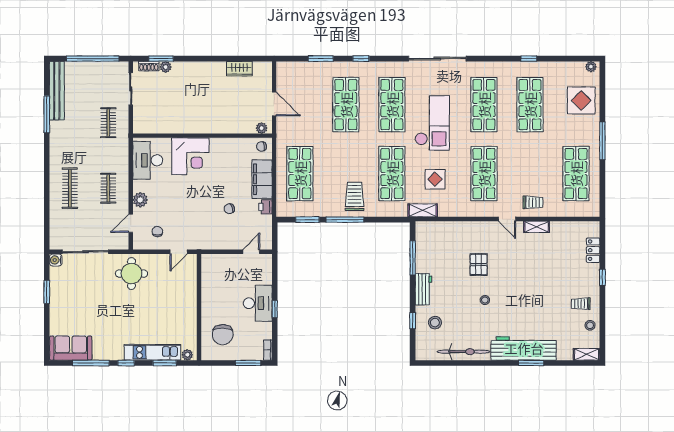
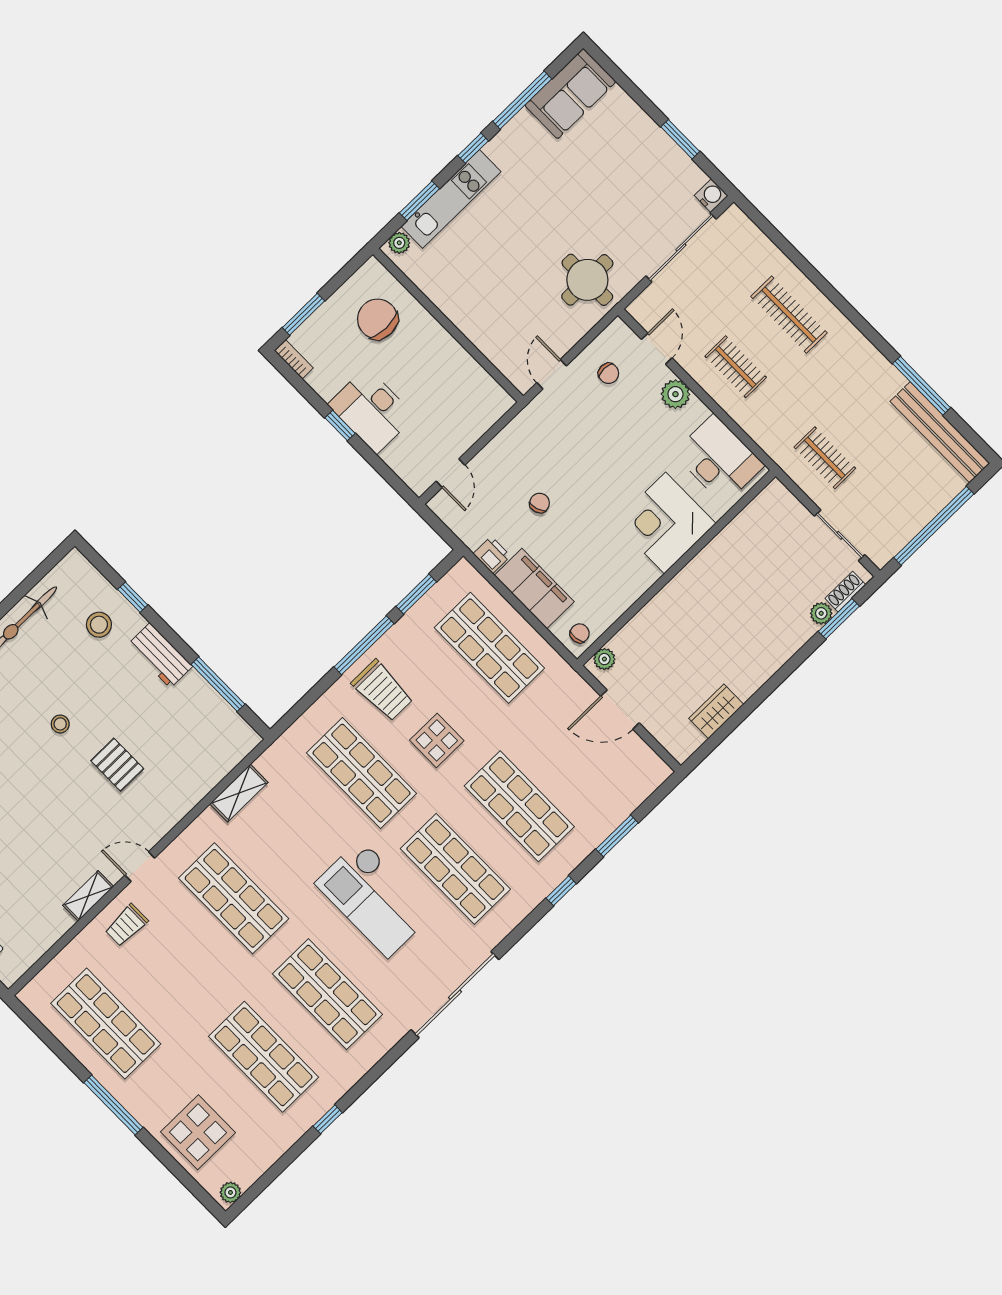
display table: (435, 179) -> (437, 740), moved
shelving: (423, 210) -> (239, 793), moved

